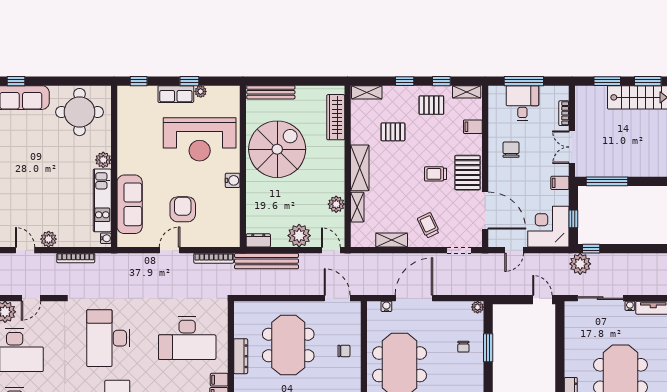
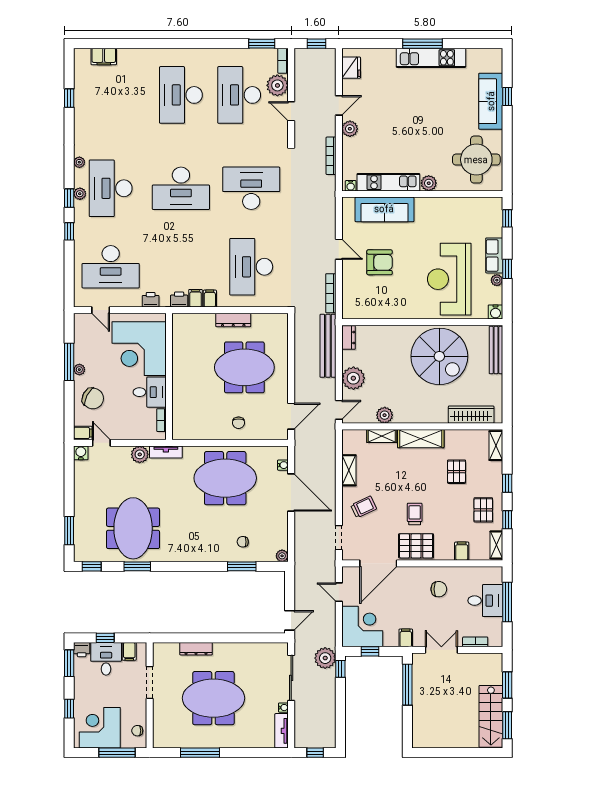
water cooler: (233, 180) -> (495, 312), moved

